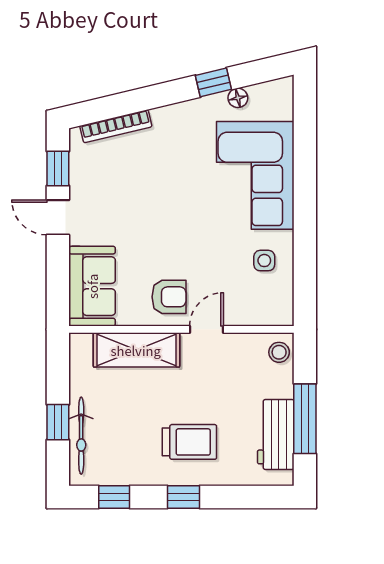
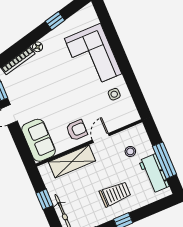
floor lamp: (238, 98) -> (38, 47), moved
stool: (279, 352) -> (130, 151), moved
window: (58, 422) -> (45, 199), moved

